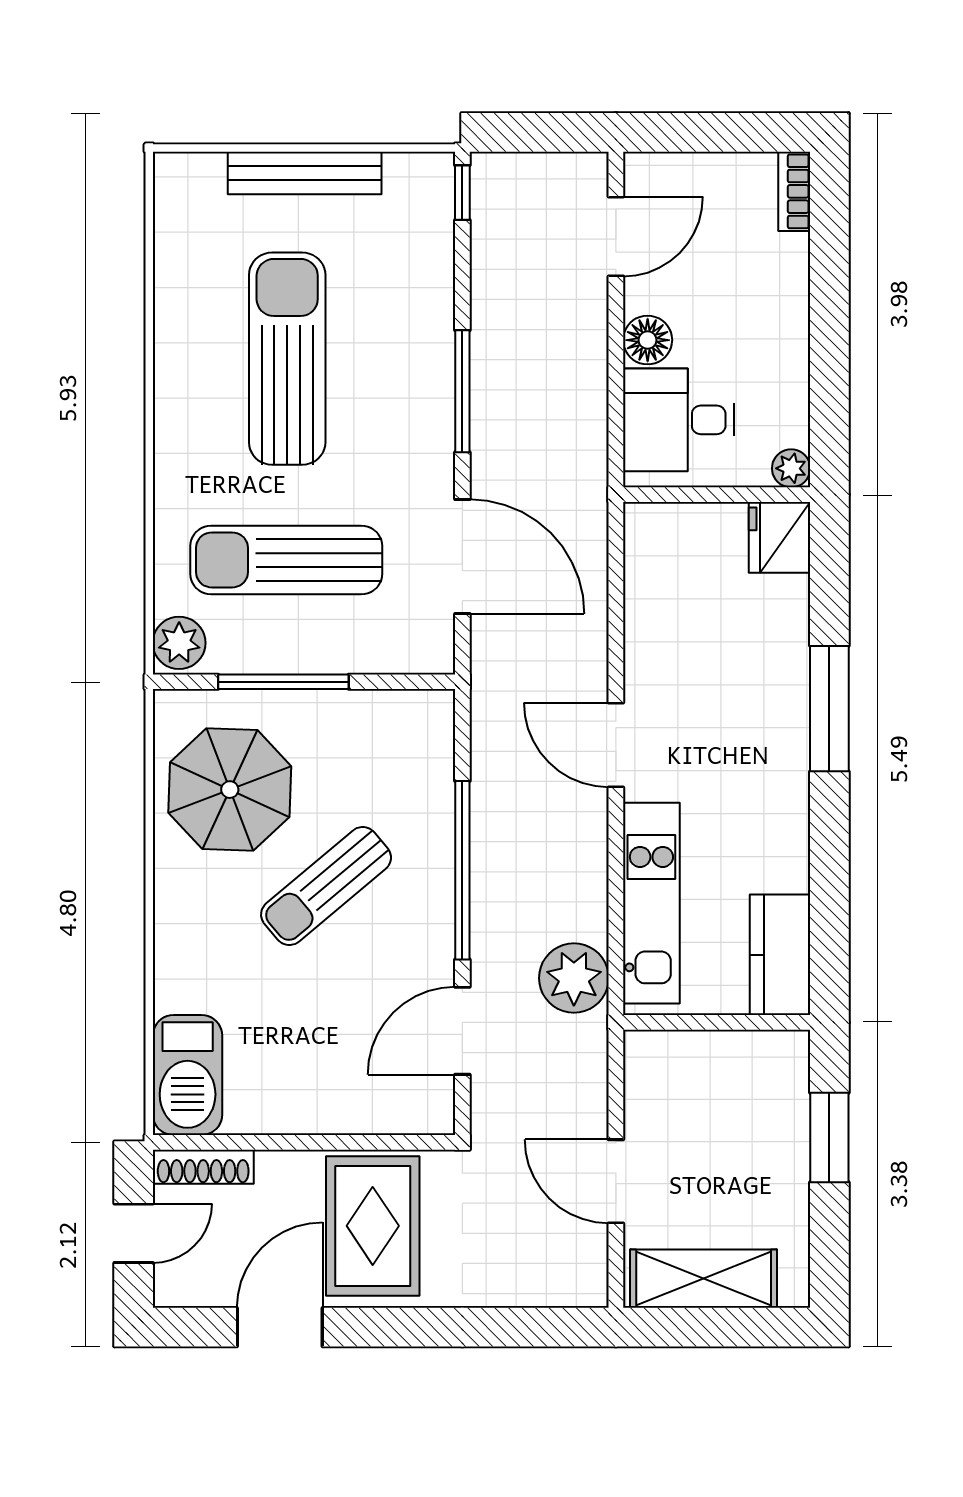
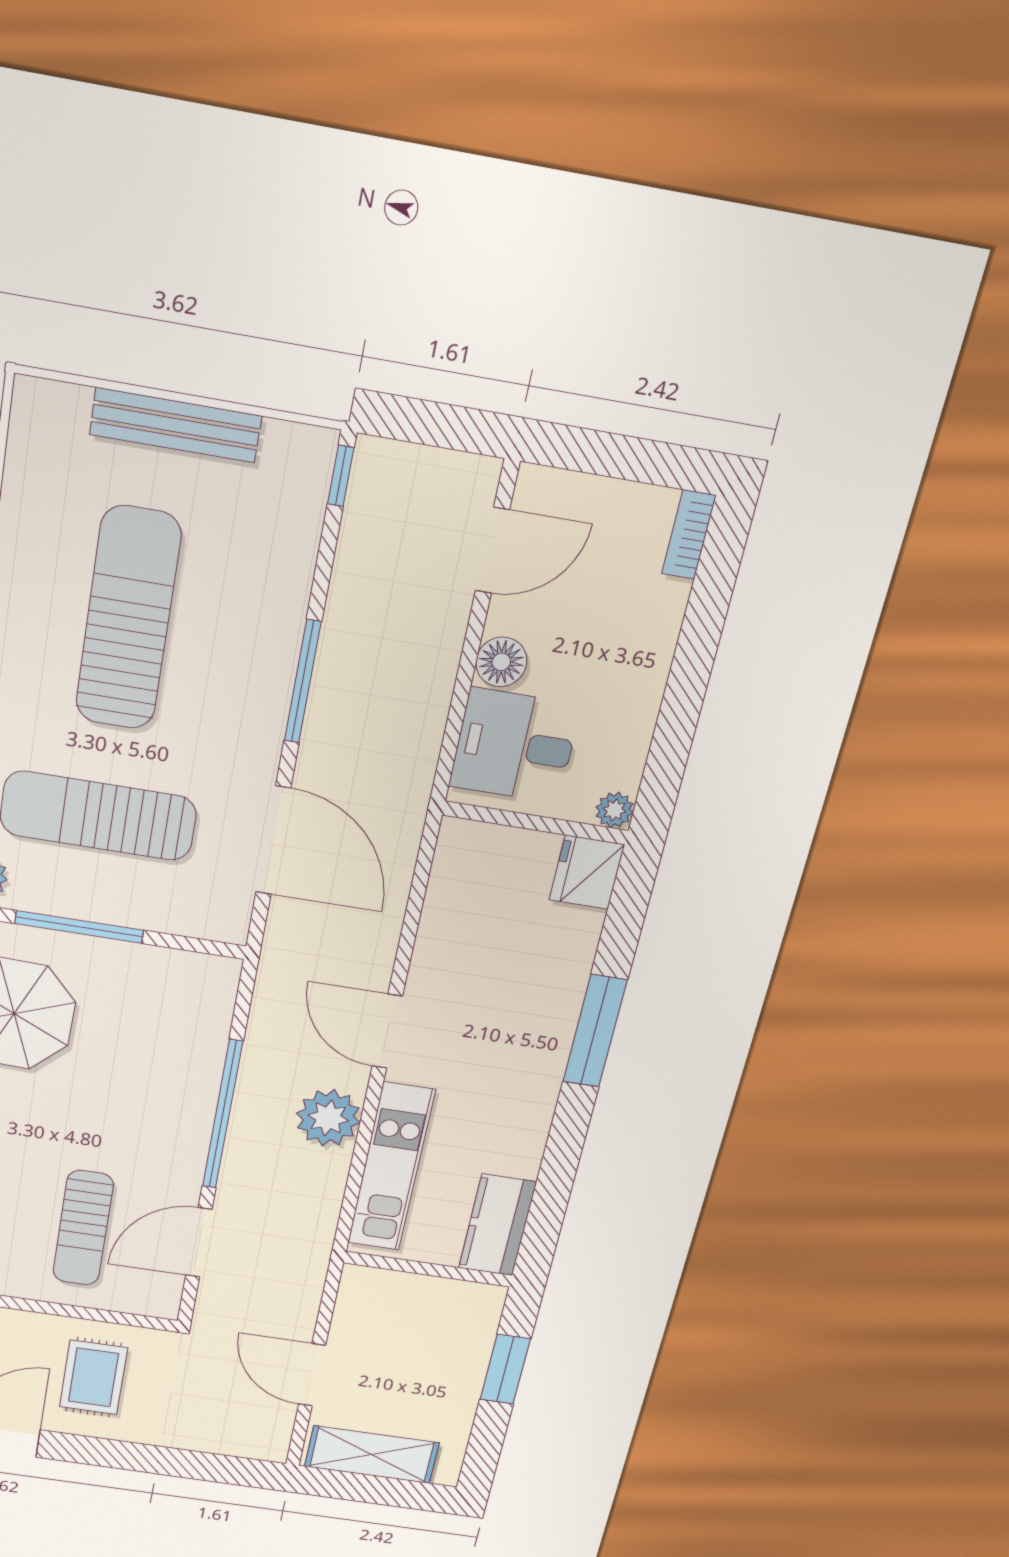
sun lounger: (326, 886) -> (83, 1228), moved, turned -50
plant: (574, 978) -> (328, 1118), moved
rug: (373, 1226) -> (93, 1377), width x0.73, depth x0.70

